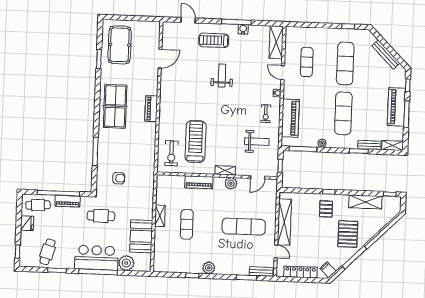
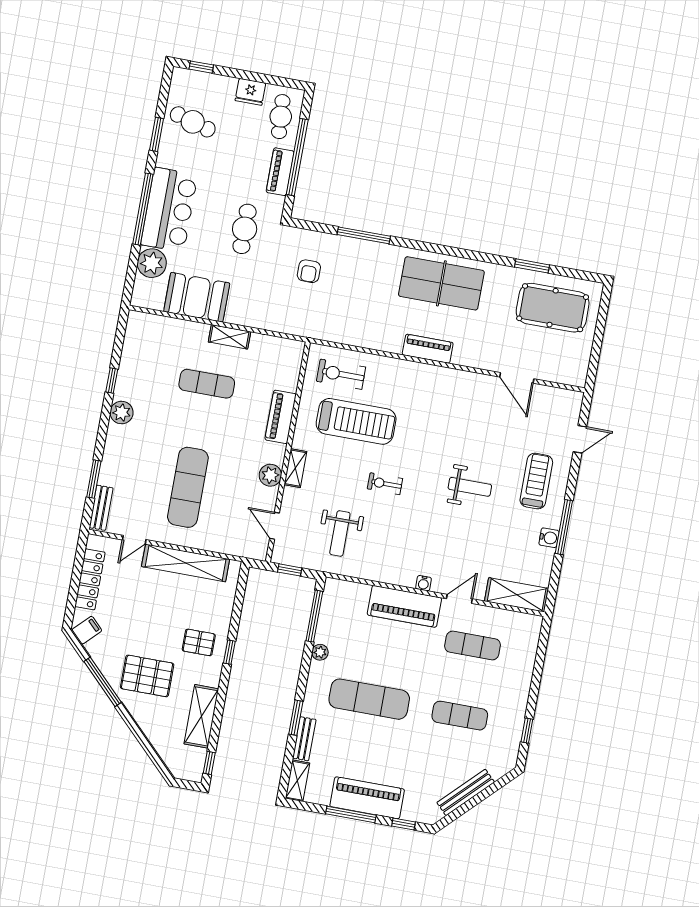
exercise mat: (345, 63) -> (460, 716), width x0.73, depth x0.69
exercise bike: (266, 114) -> (385, 484), moved
piano: (290, 118) -> (404, 606), moved

